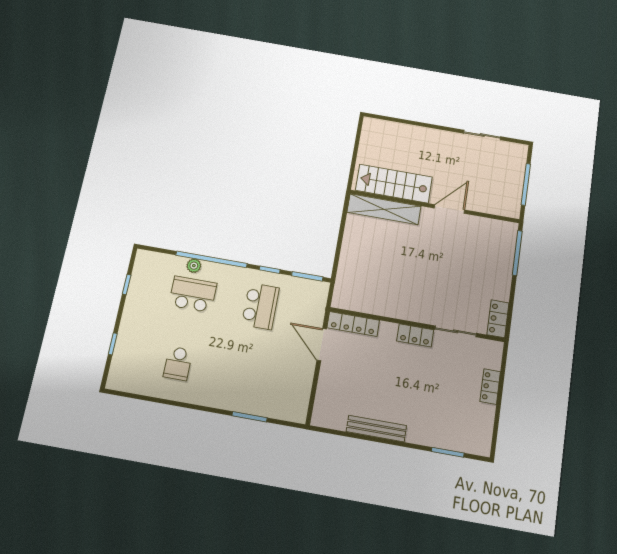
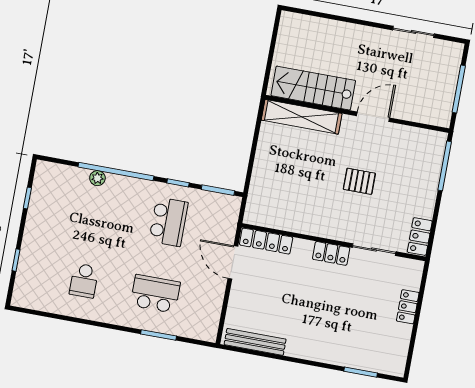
pallet: (439, 267) -> (359, 181), added
school desk: (193, 294) -> (155, 294), moved
bench: (376, 429) -> (255, 342), moved

